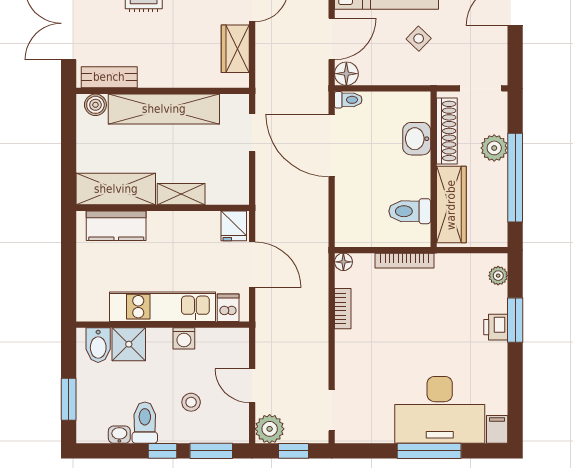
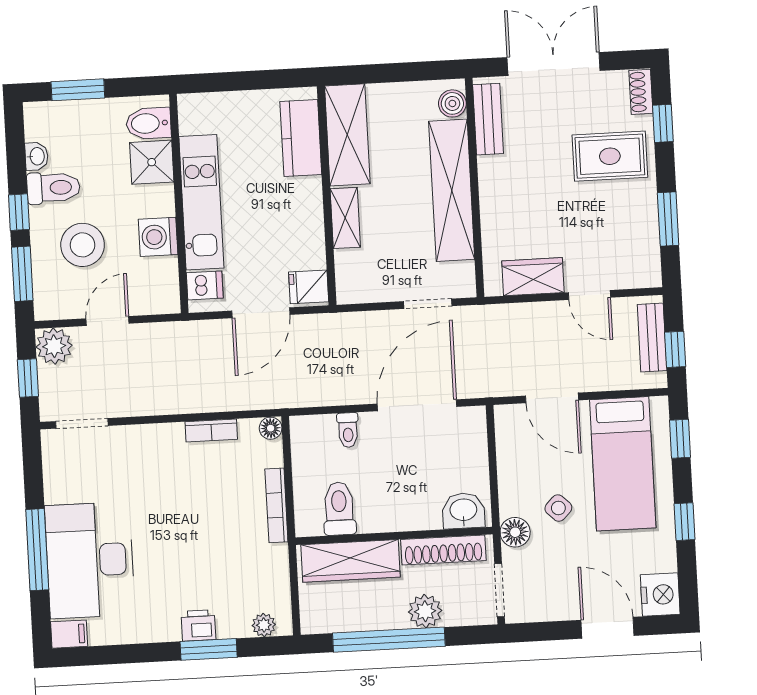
floor lamp: (346, 74) -> (515, 532), moved
toilet: (348, 100) -> (348, 430), moved
washbasin: (417, 139) -> (463, 511), moved
washing machine: (184, 338) -> (158, 237), width x1.38, depth x1.38
stool: (191, 402) -> (83, 245), width x1.89, depth x1.89

